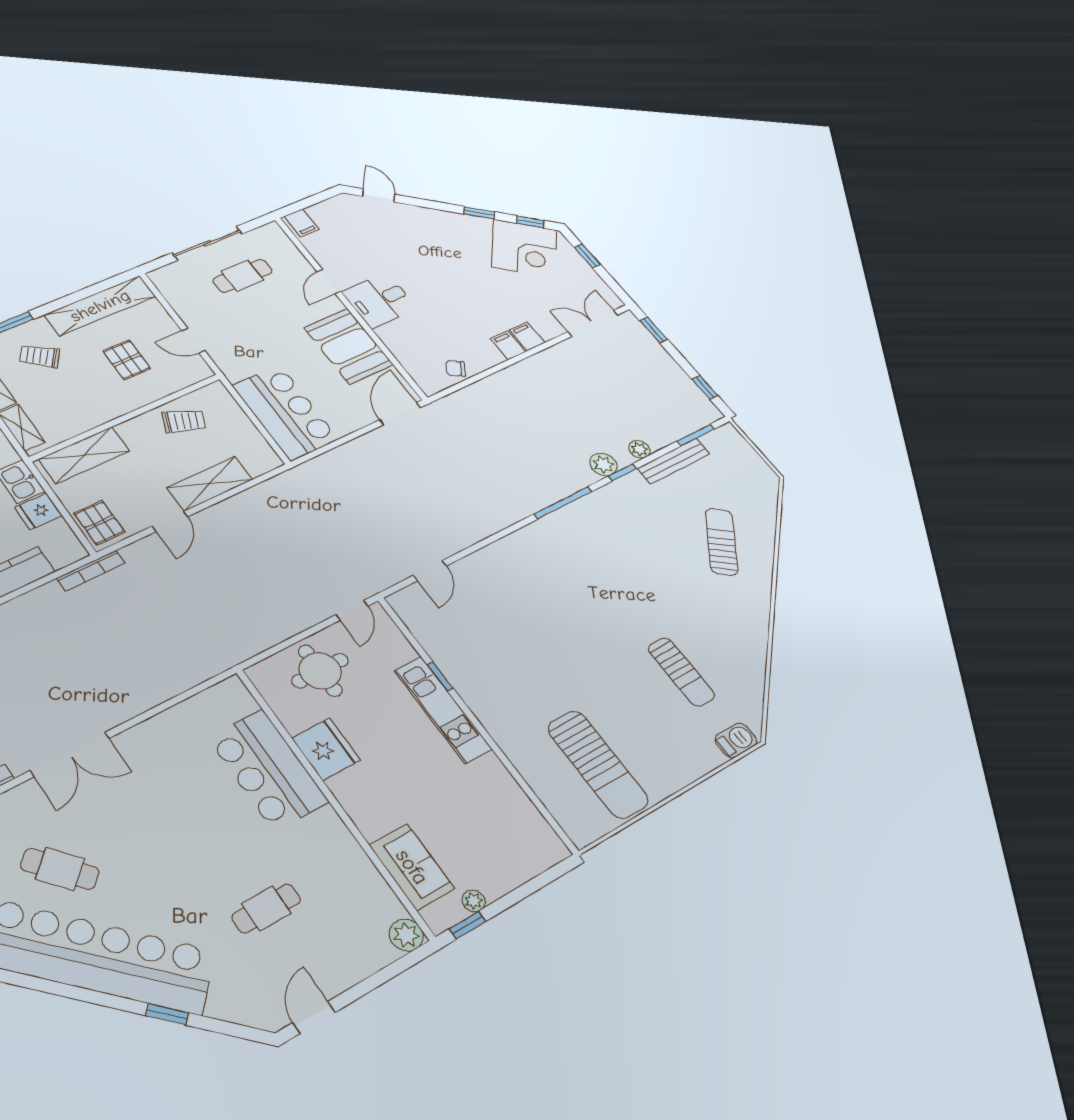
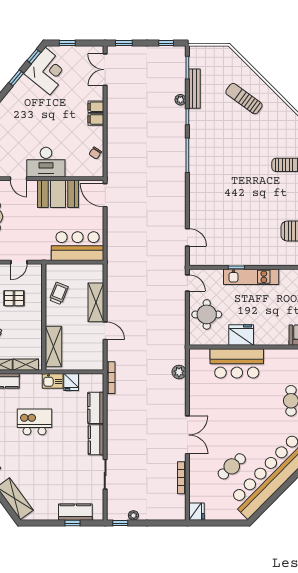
desk: (379, 300) -> (46, 162), width x1.37
plant: (603, 464) -> (179, 372), moved
pallet: (99, 523) -> (90, 360), removed

